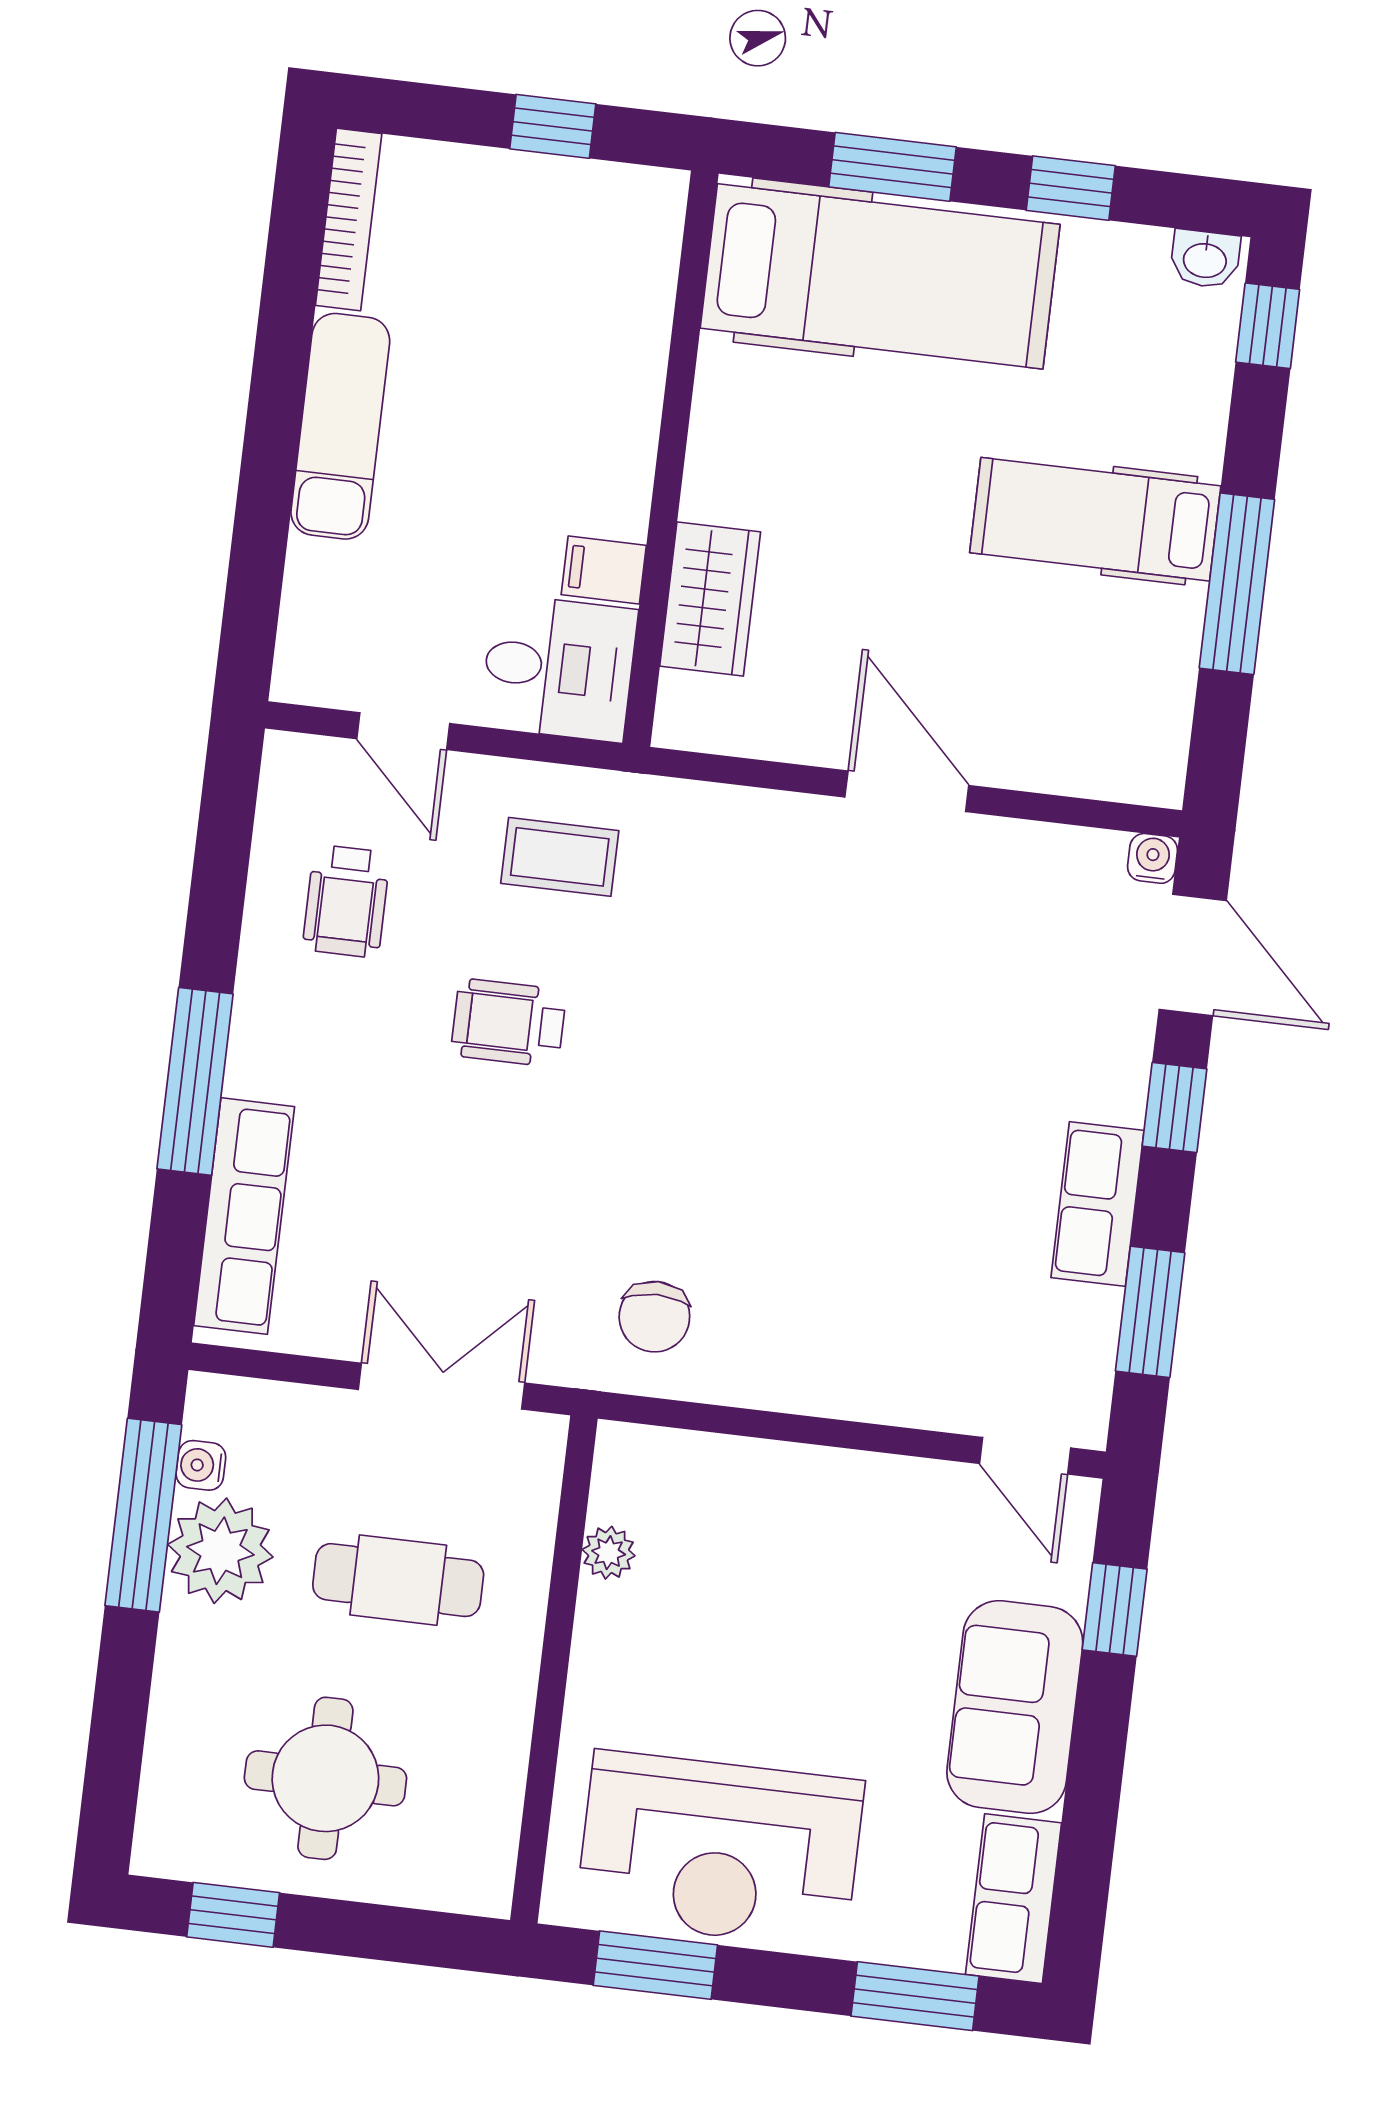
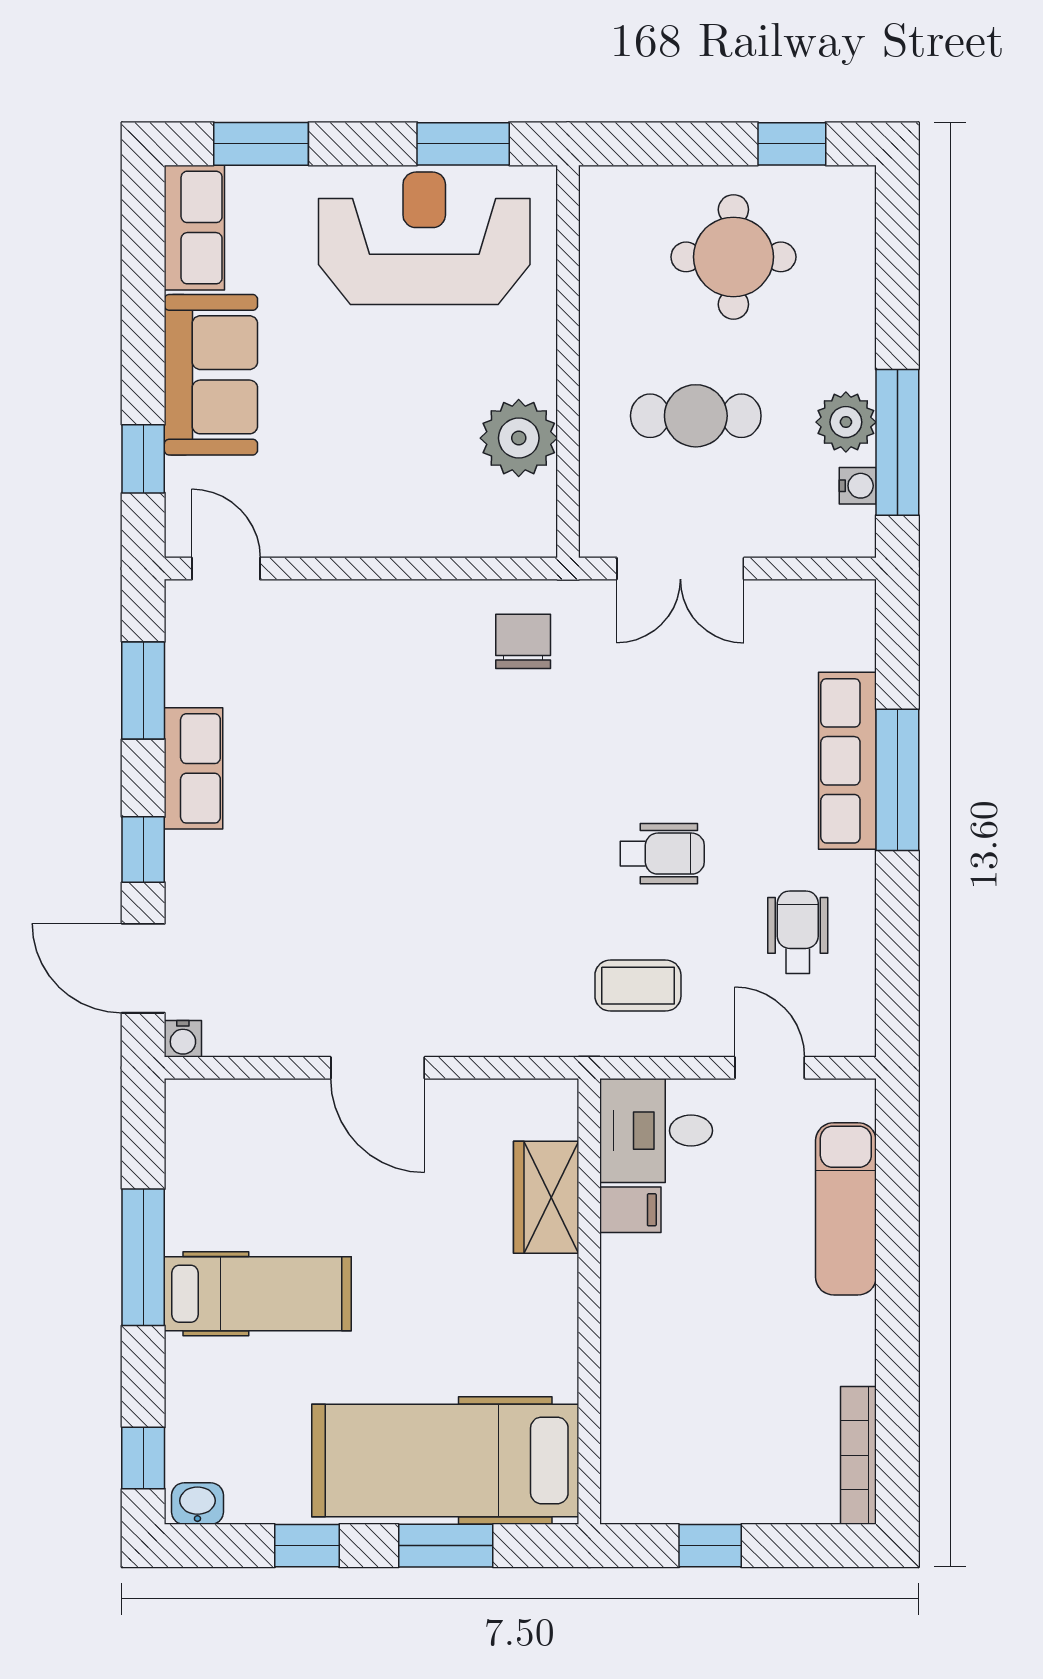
exam couch: (340, 426) -> (846, 1209), moved
row of seats: (244, 1216) -> (847, 761), moved
plant: (220, 1551) -> (846, 422), width x0.73, depth x0.73
plant: (609, 1553) -> (519, 438), width x1.88, depth x1.88

